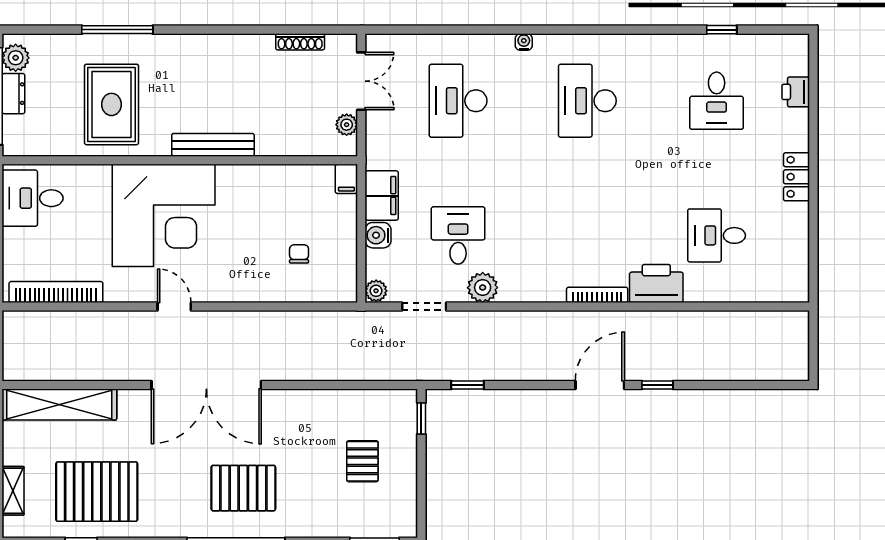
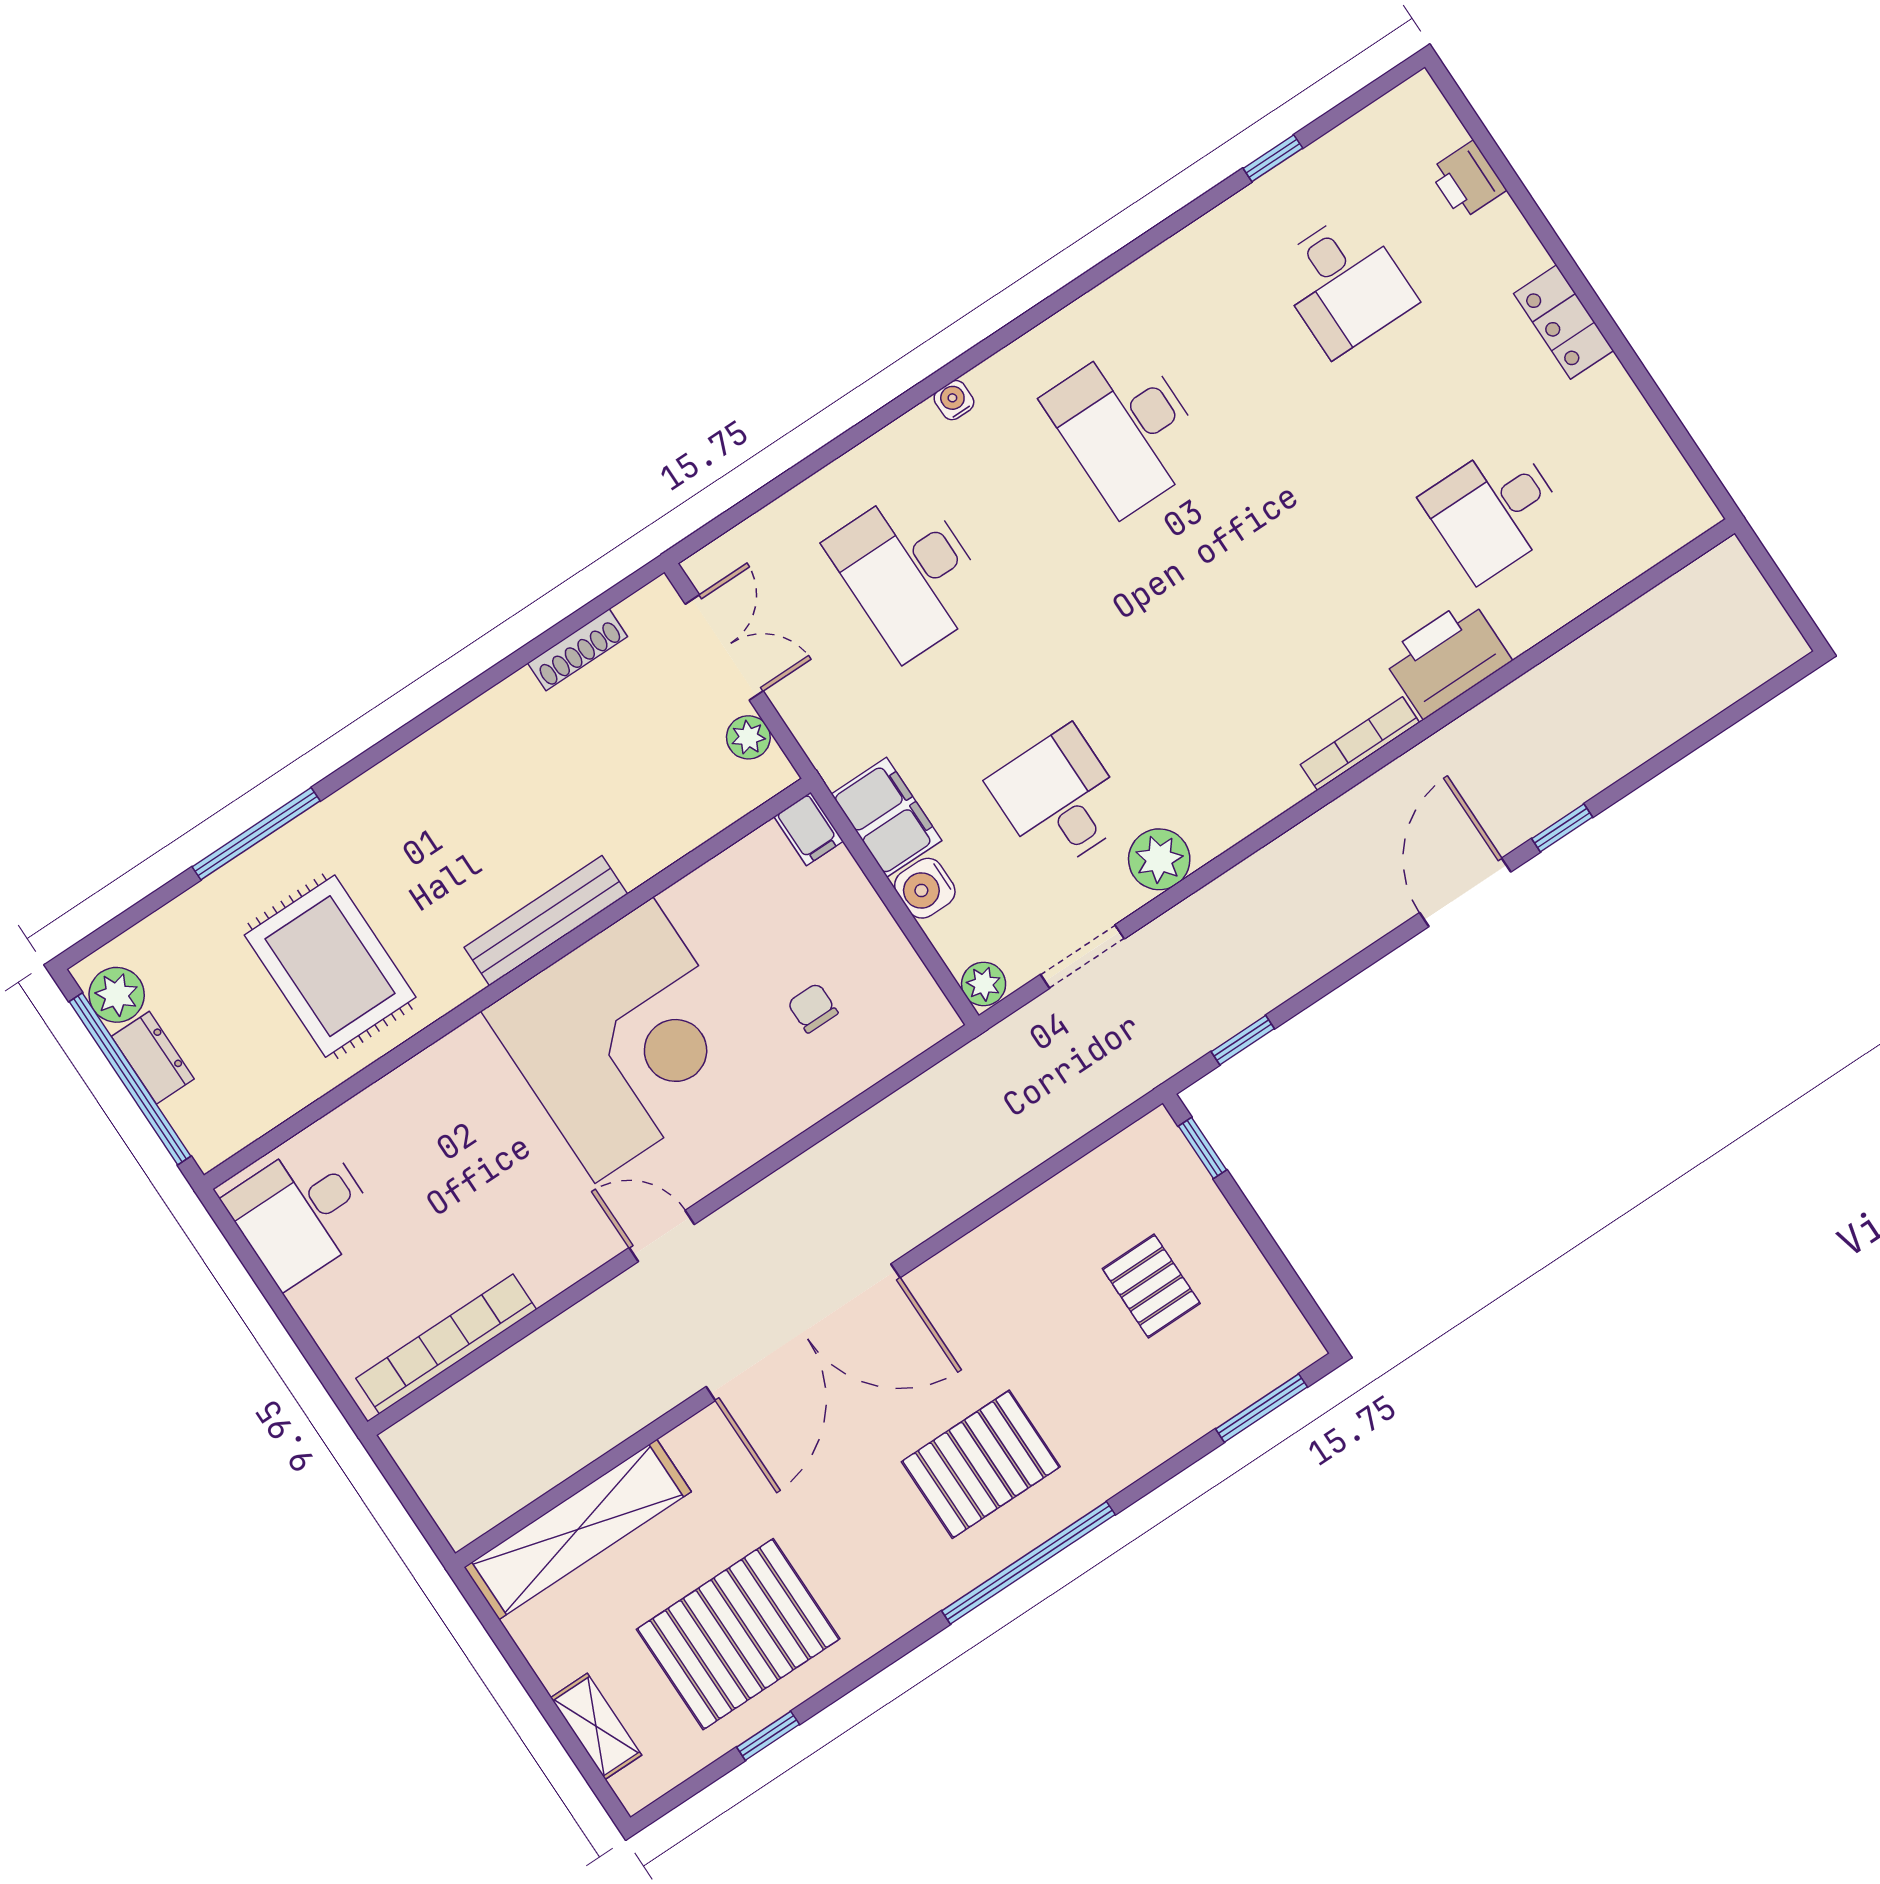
corner desk: (164, 215) -> (624, 1040), moved

